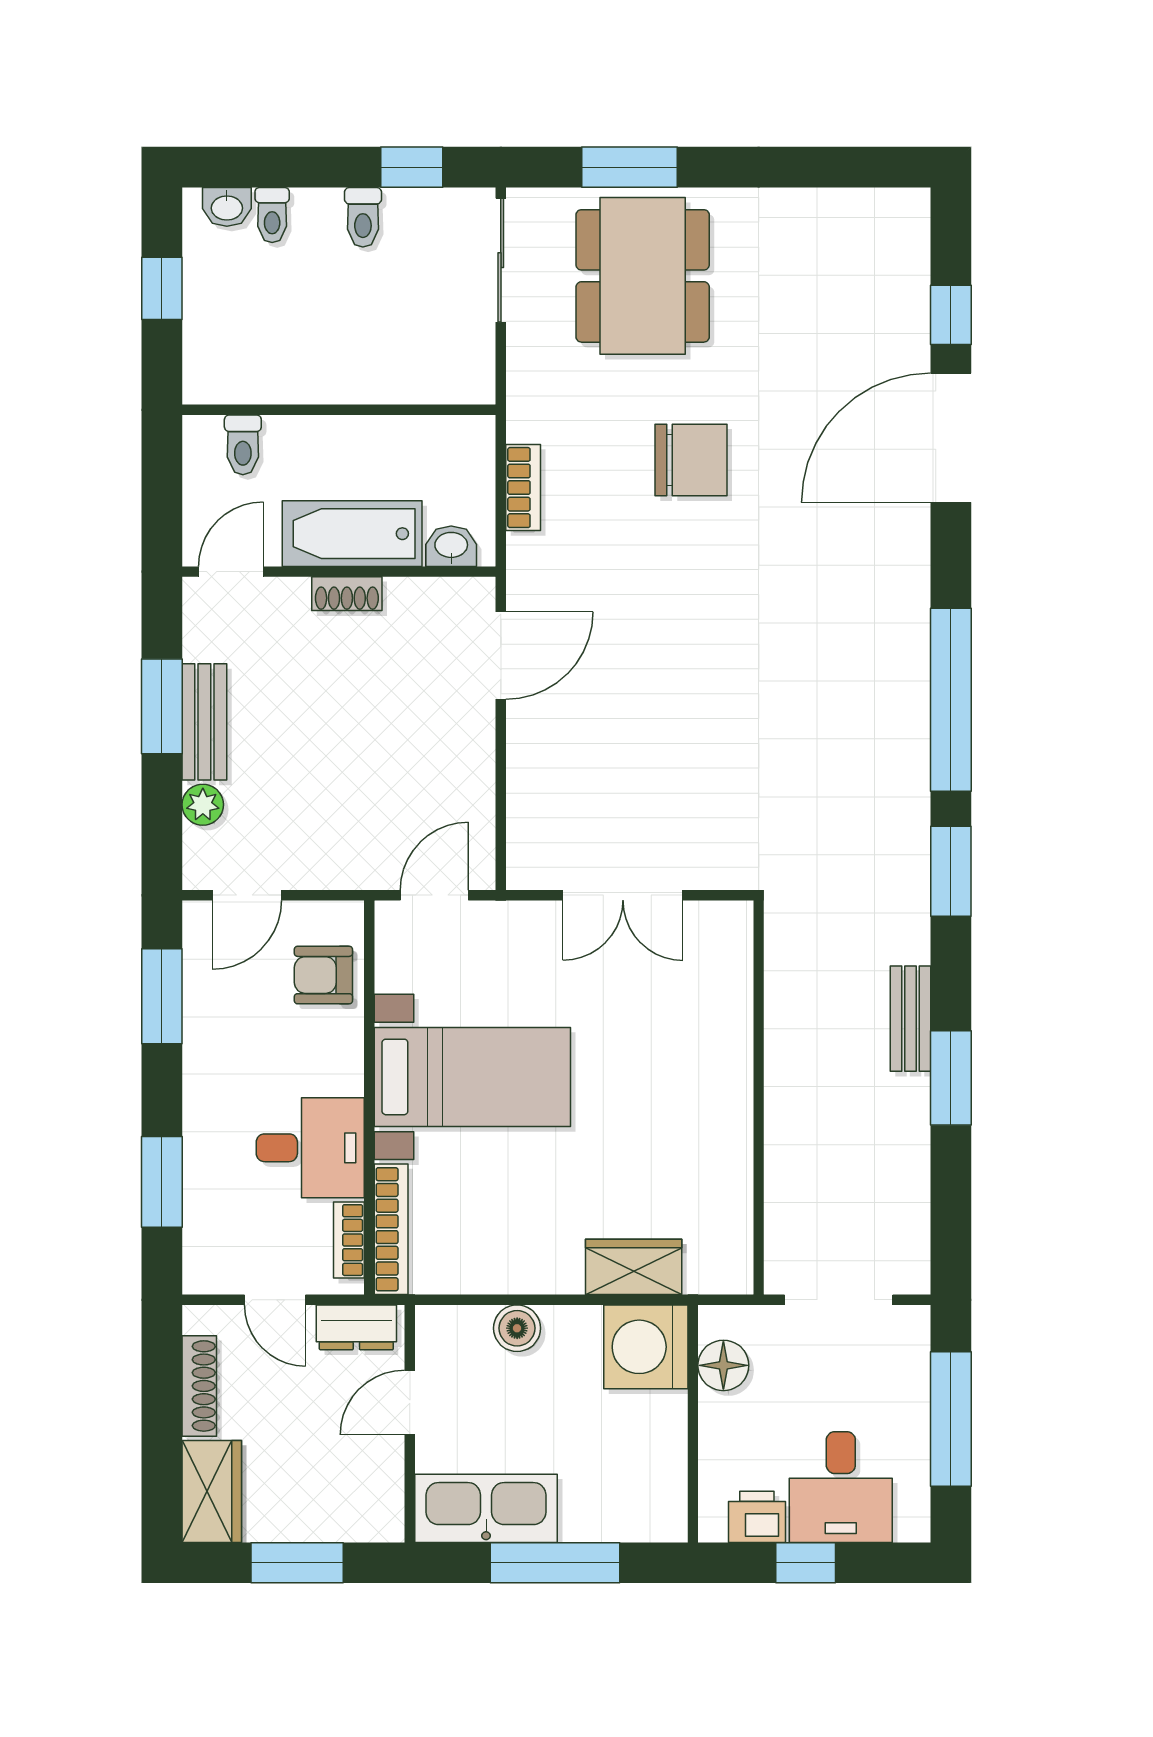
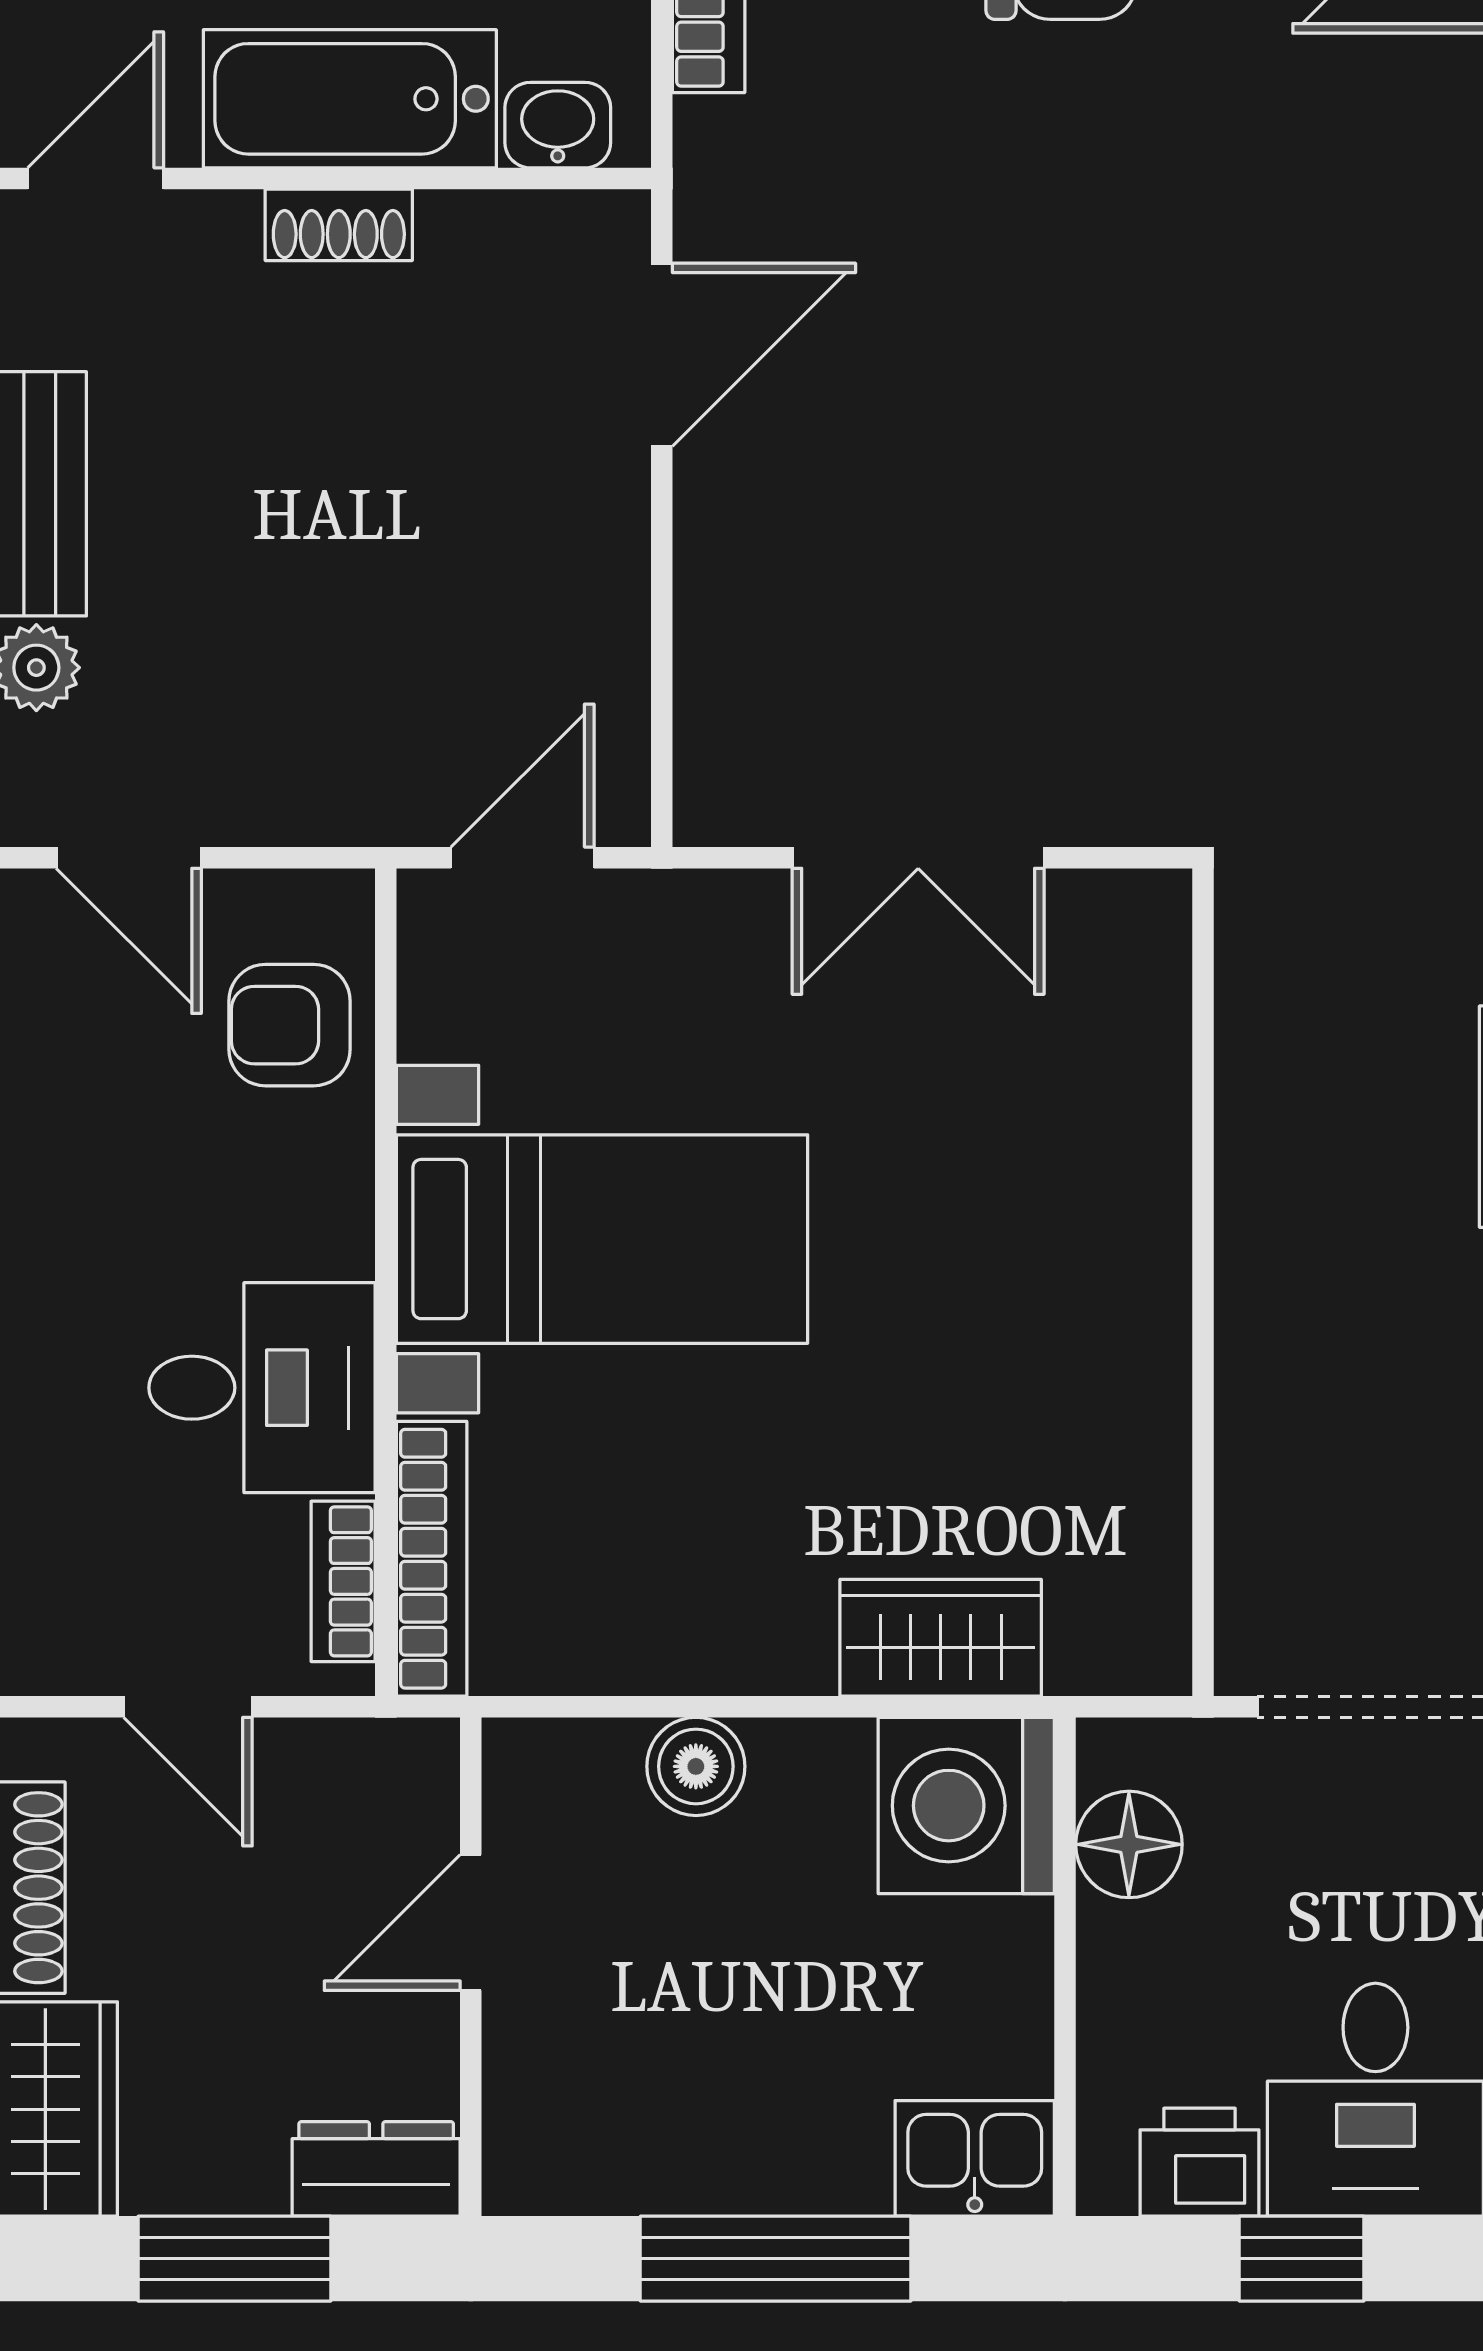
door: (247, 895) -> (129, 858), hinge flipped
dresser: (356, 1327) -> (376, 2169), moved, turned 180
kitchen sink: (486, 1508) -> (975, 2158), moved, width x0.53, depth x0.81

